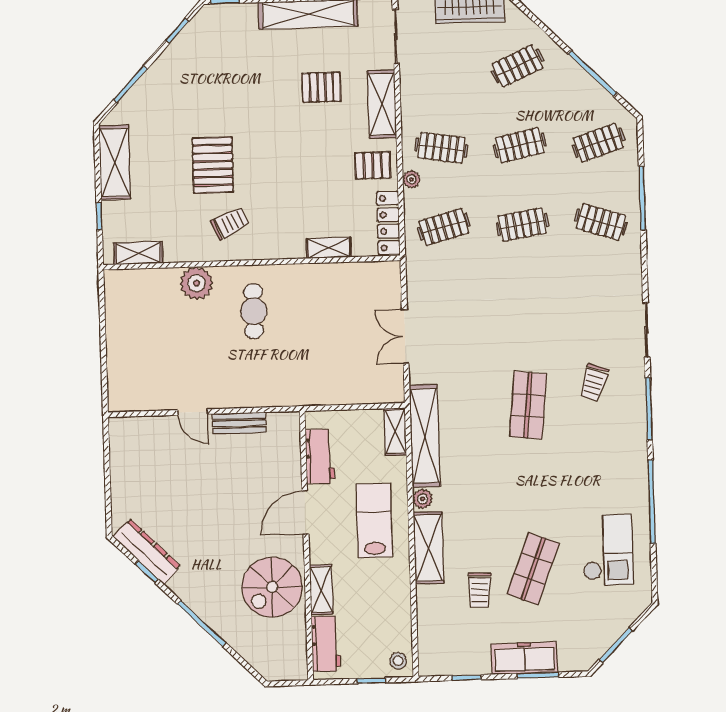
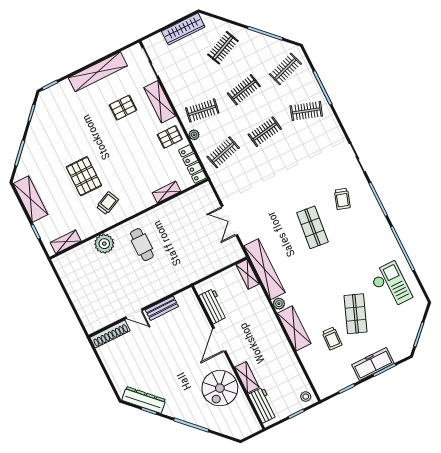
shoe rack: (141, 426) -> (110, 334), added
lab bench: (374, 520) -> (258, 327), removed

